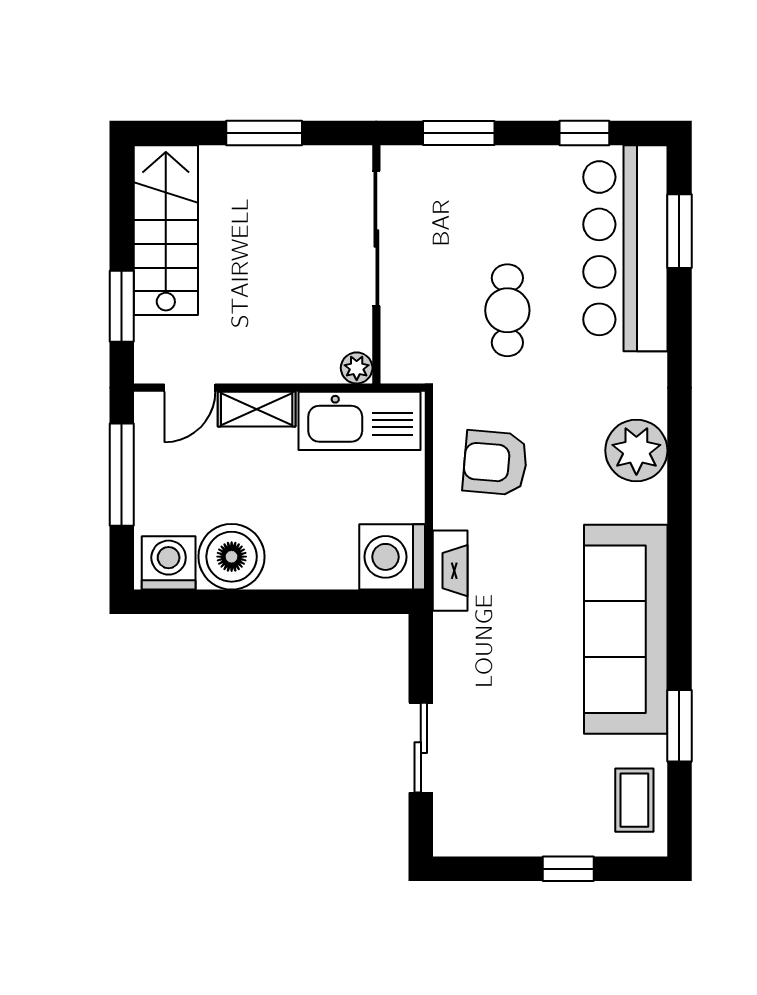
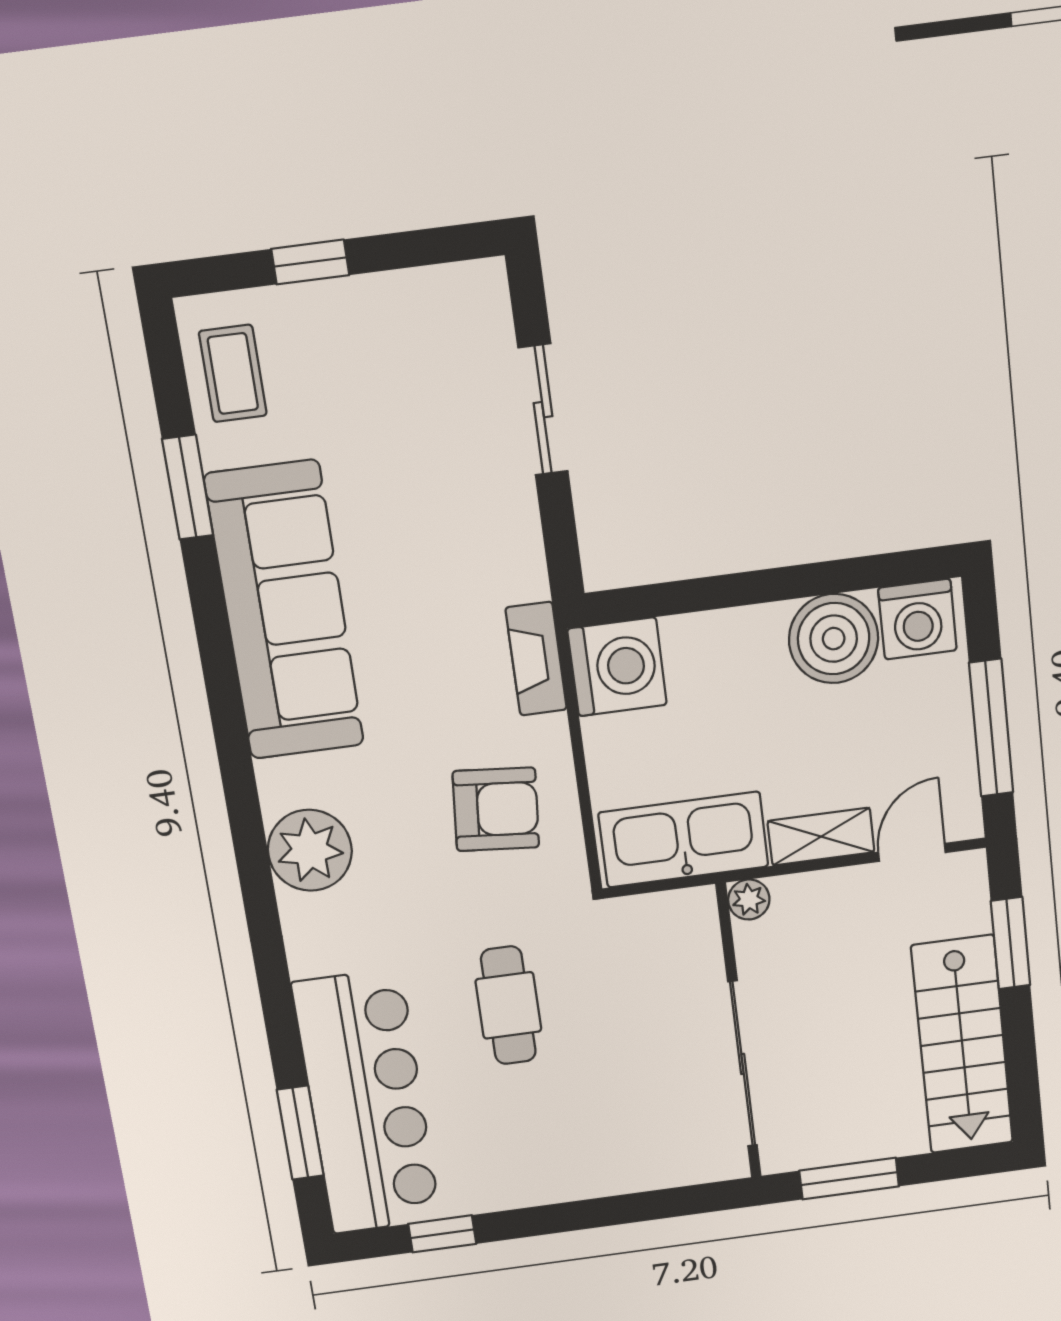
window: (459, 133) -> (602, 1212), removed
sliding door: (376, 238) -> (743, 1064), moved
wall: (376, 264) -> (739, 1032), moved
plant: (357, 368) -> (749, 900), moved

